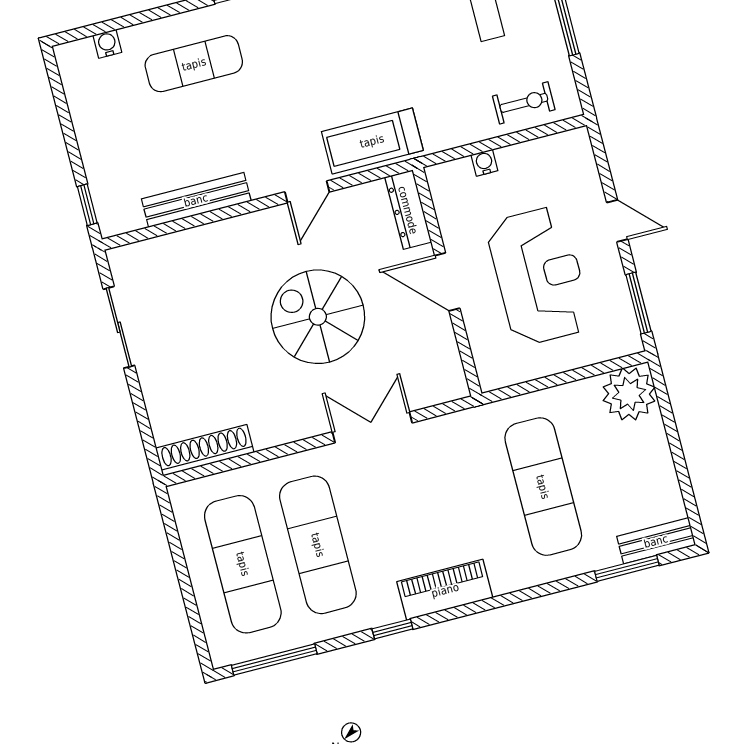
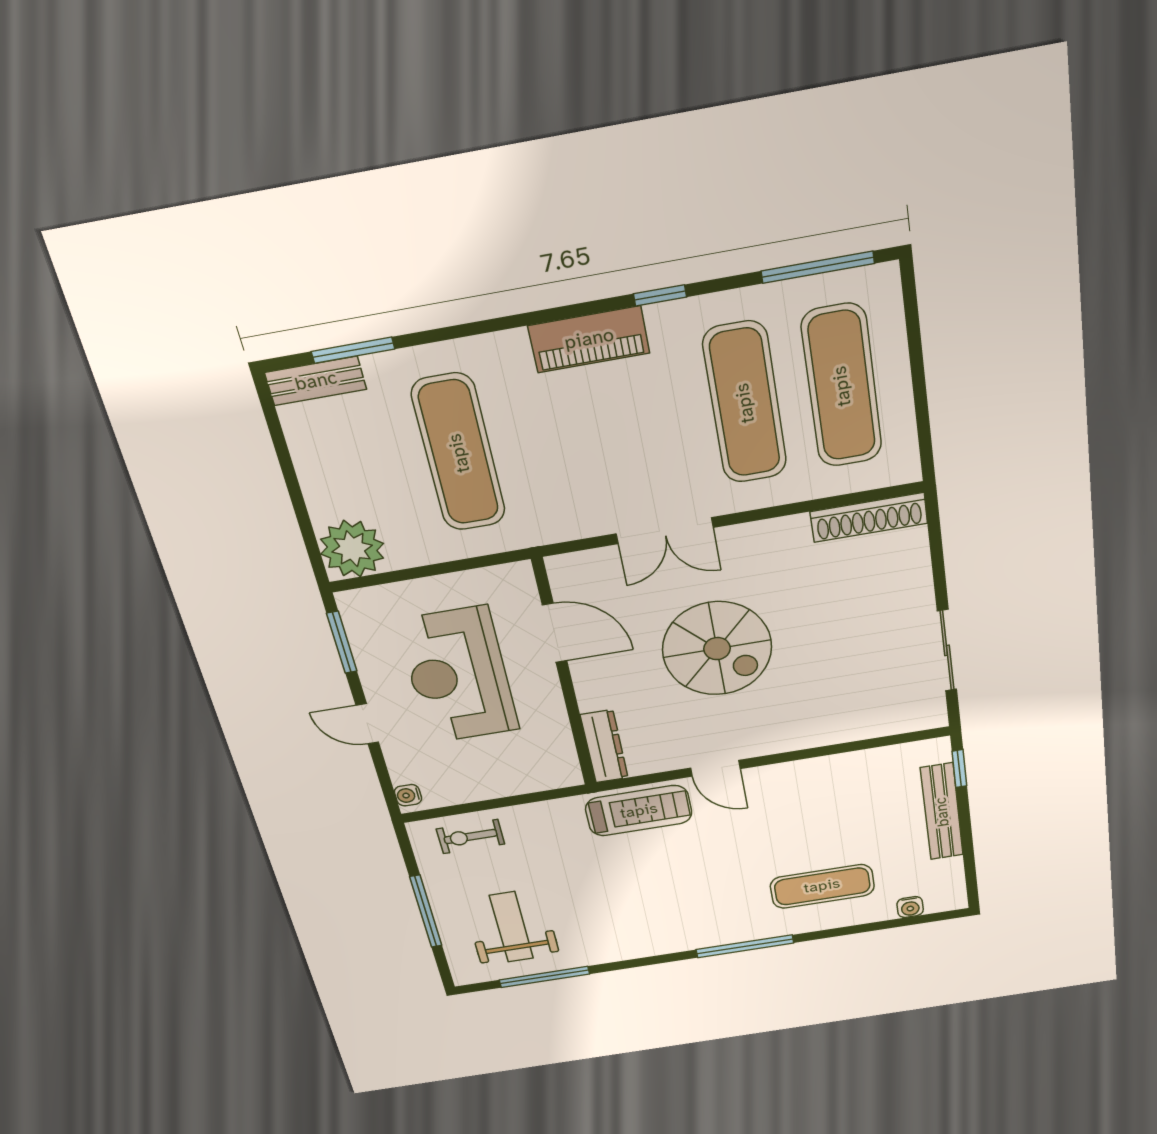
water cooler: (484, 163) -> (408, 795), moved, turned 90
door: (307, 192) -> (715, 768), swing flipped
bench: (196, 200) -> (942, 812), moved, turned 90
door: (447, 282) -> (555, 633), moved

